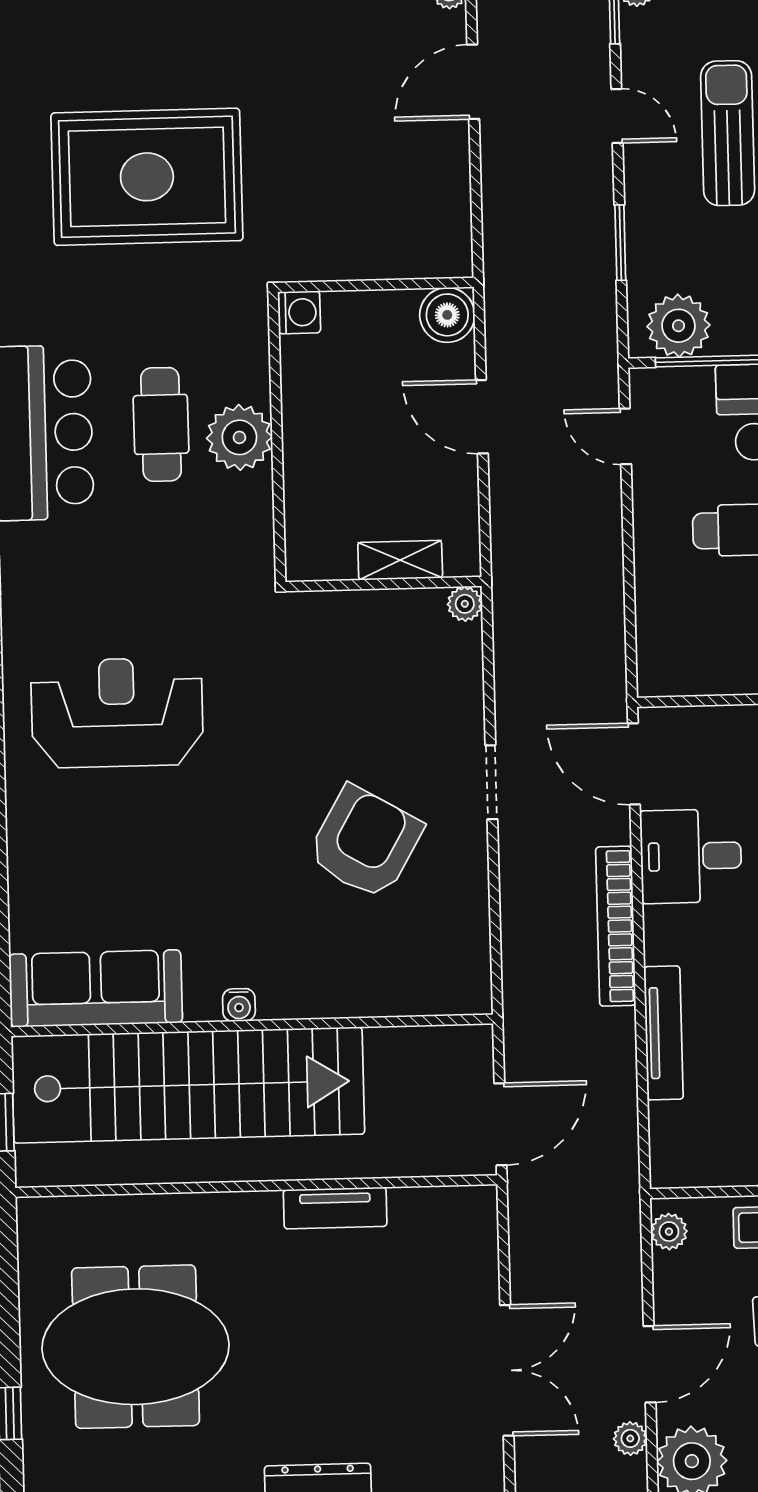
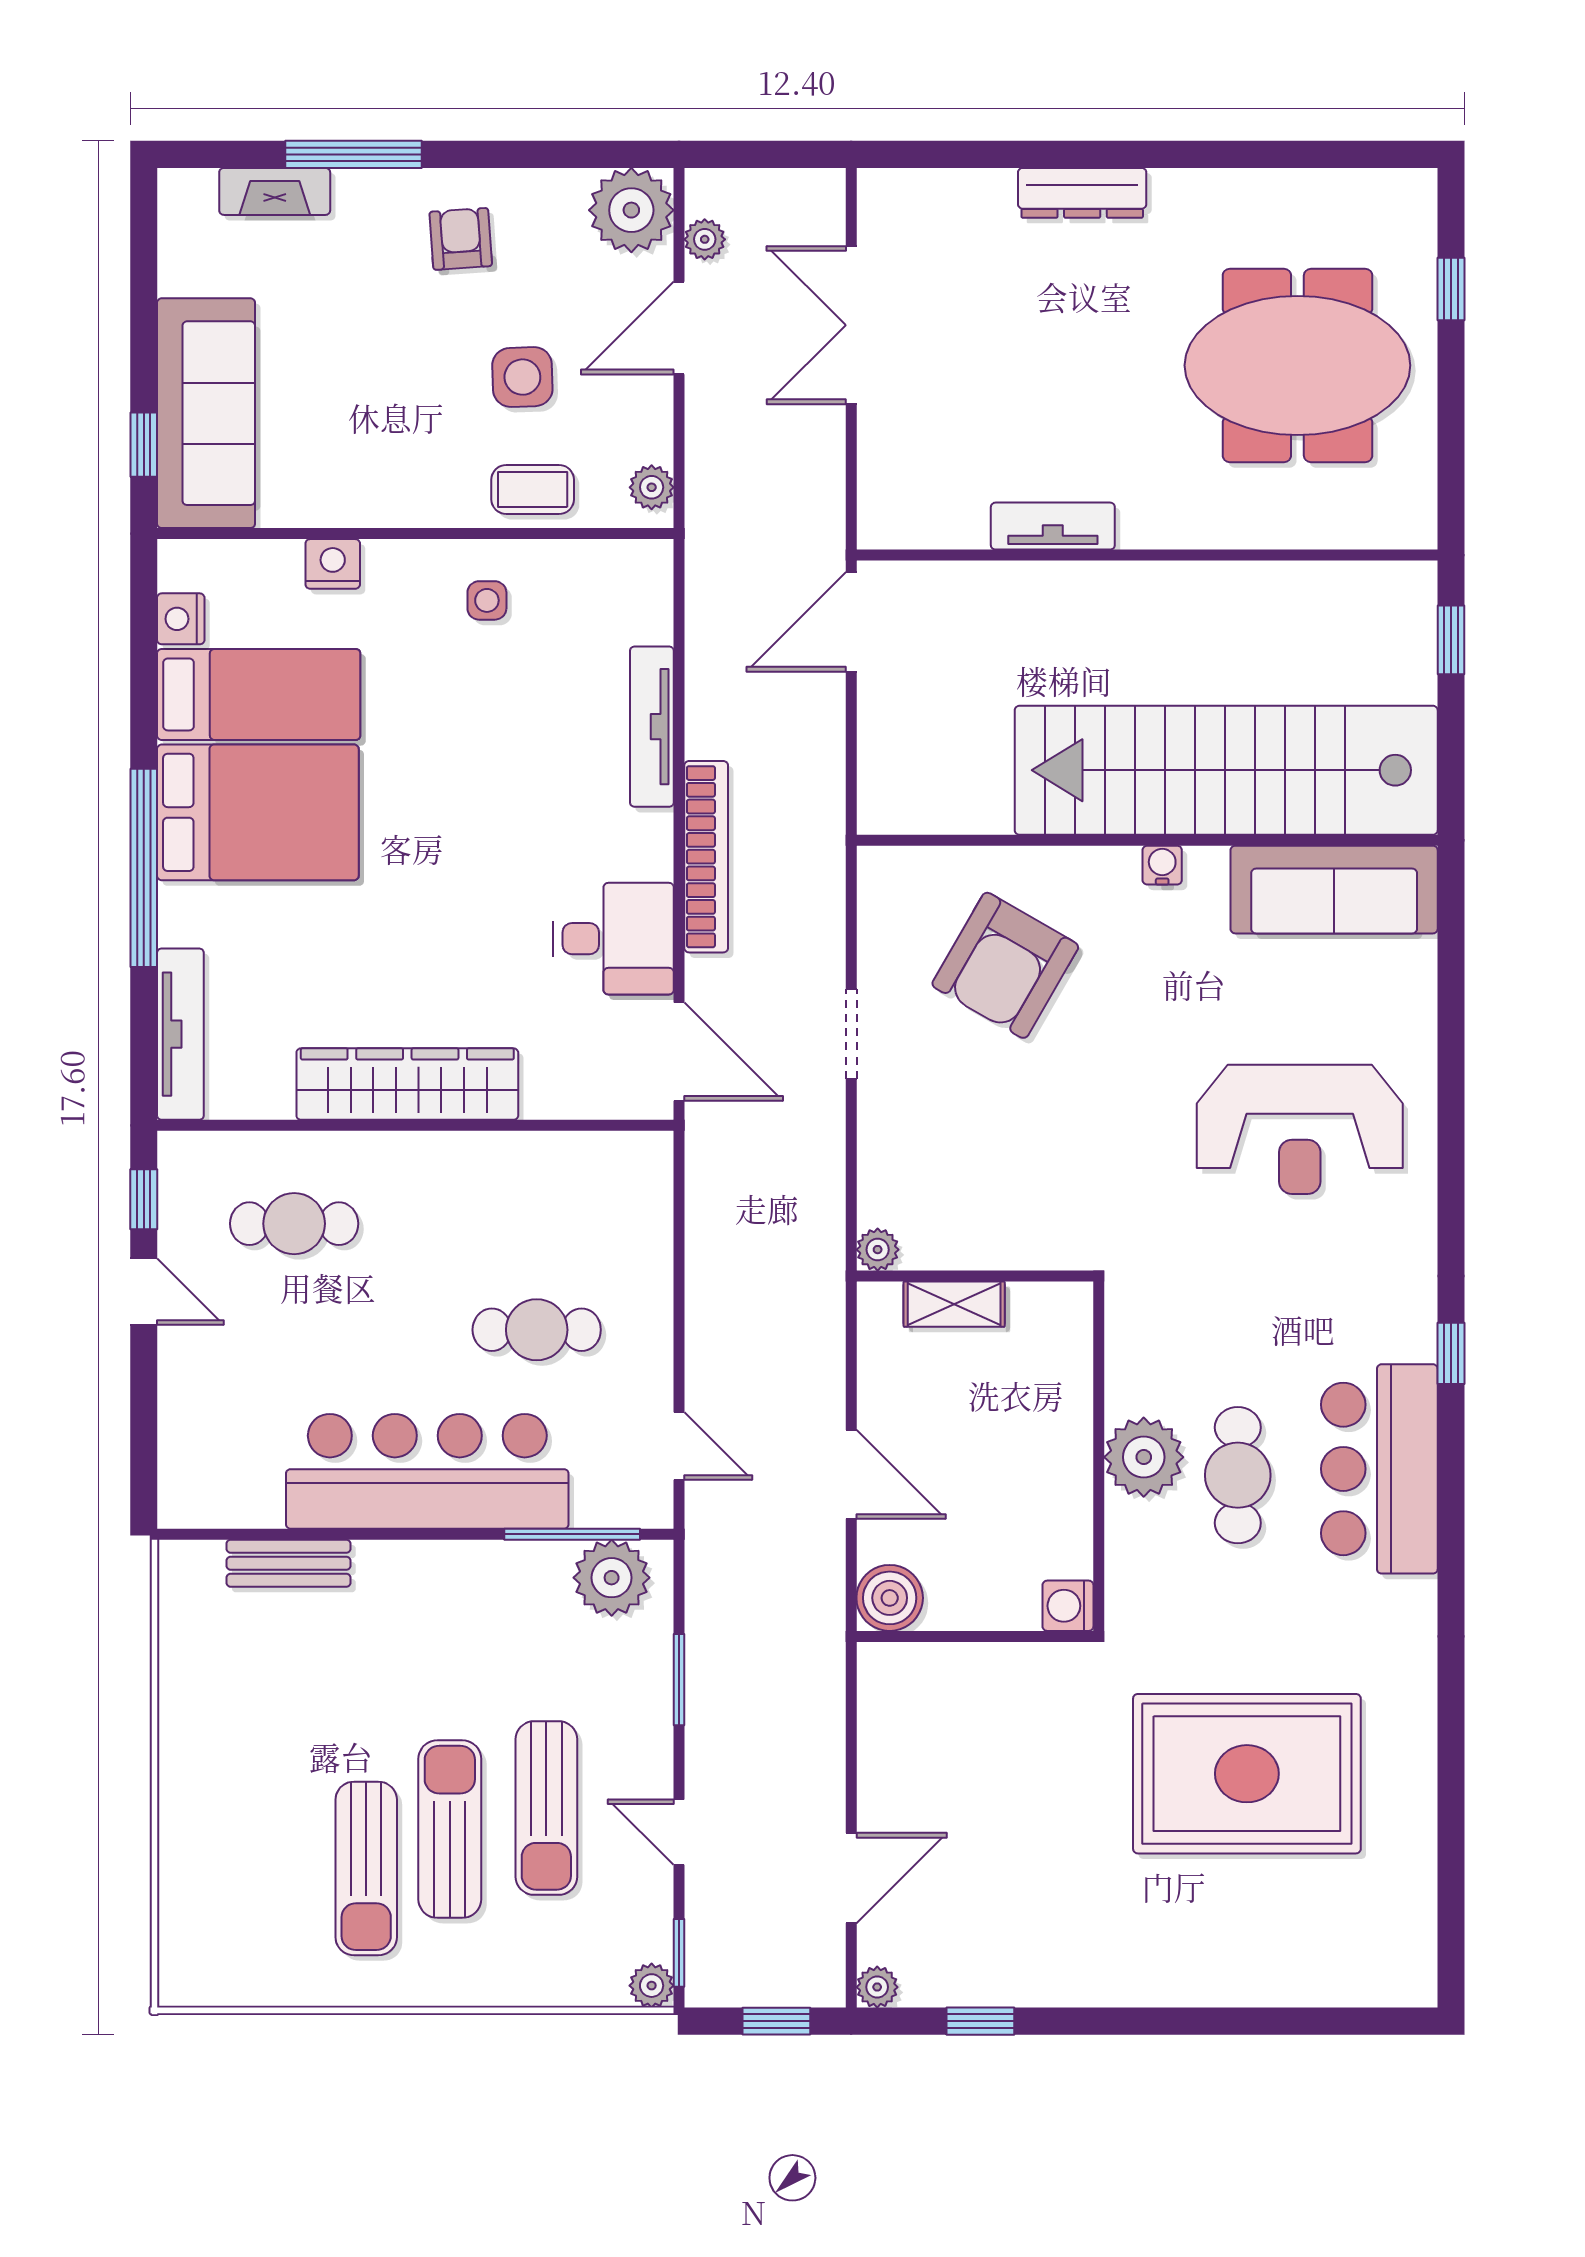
sofa: (96, 988) -> (1334, 890), moved
water cooler: (239, 1005) -> (1162, 865), moved
wall: (252, 1025) -> (1147, 840), moved
stairs: (188, 1085) -> (1226, 770), moved

